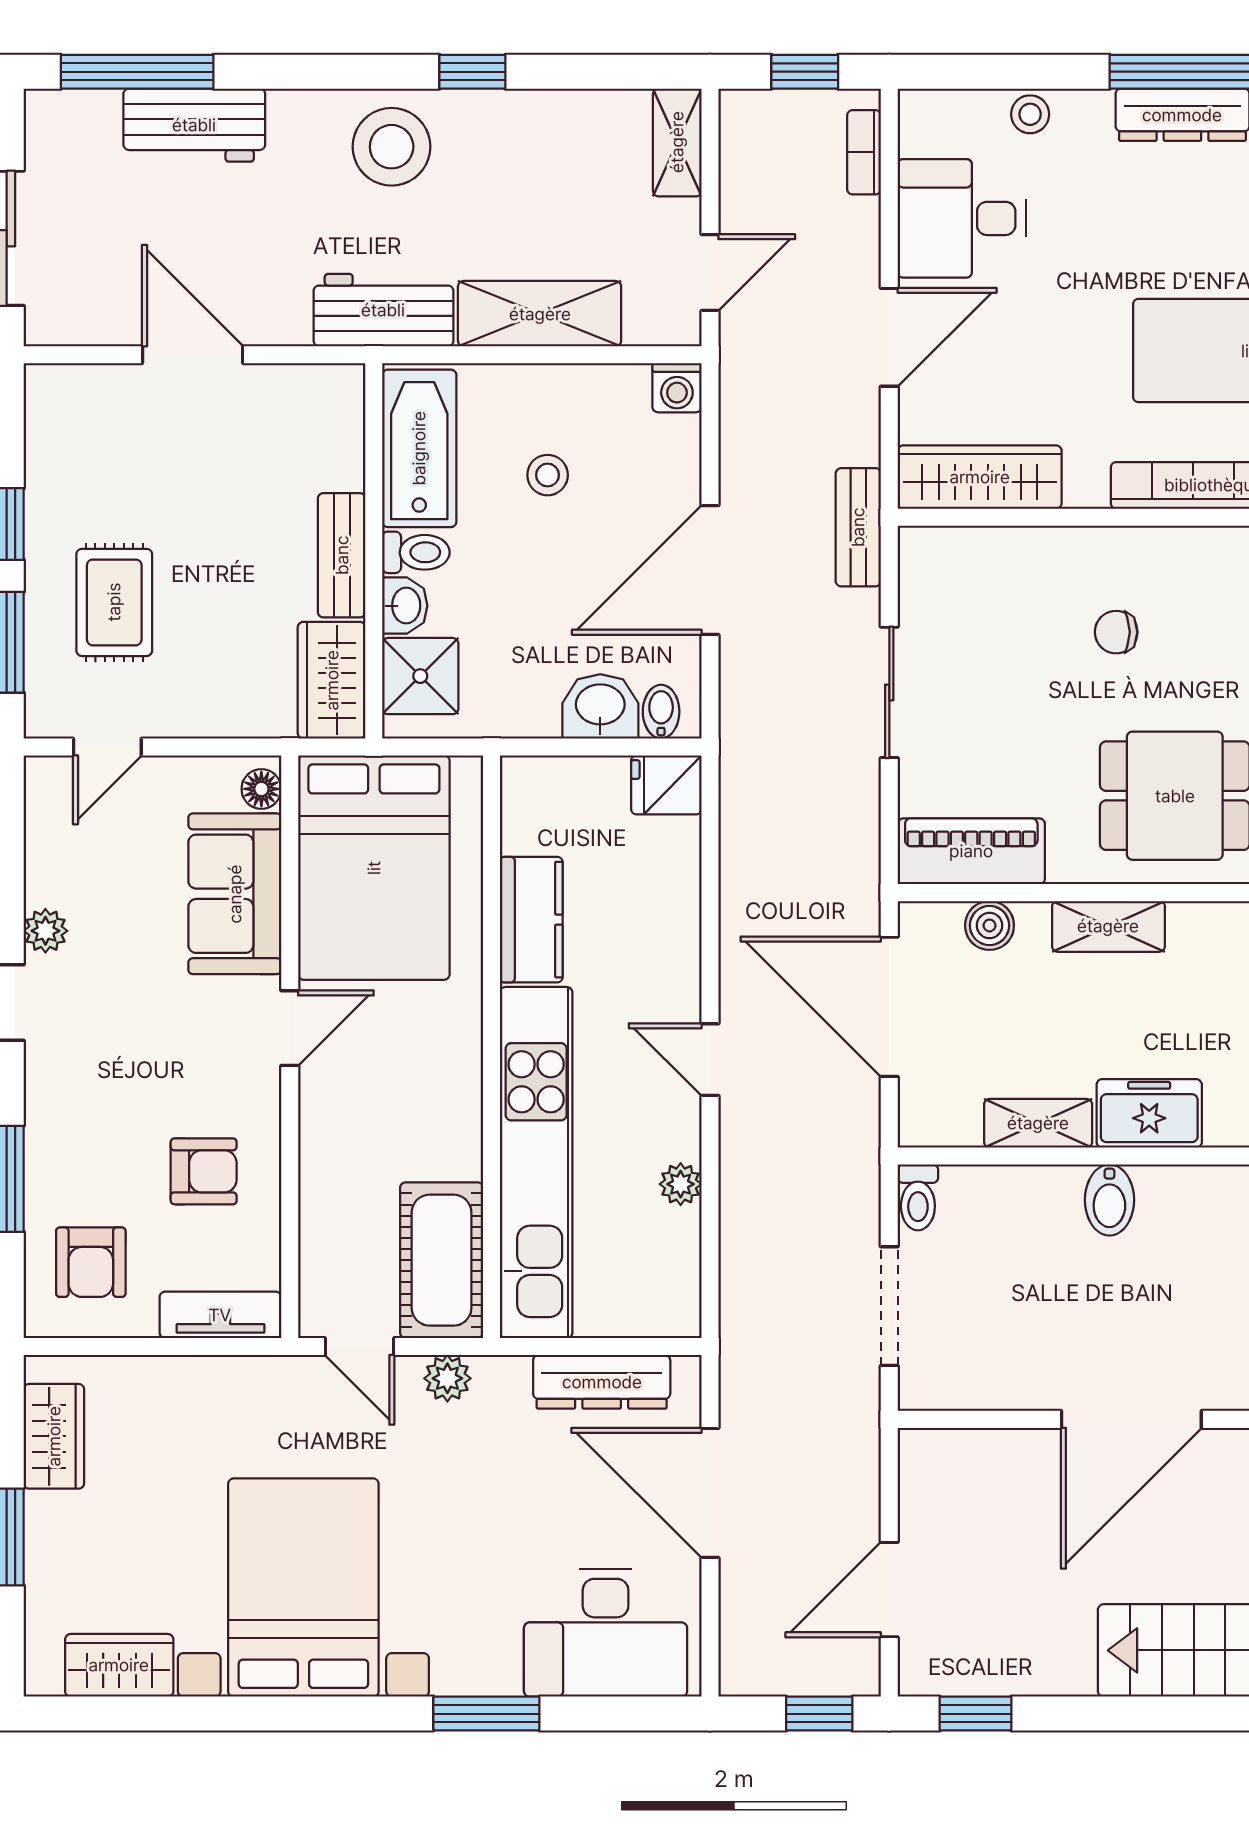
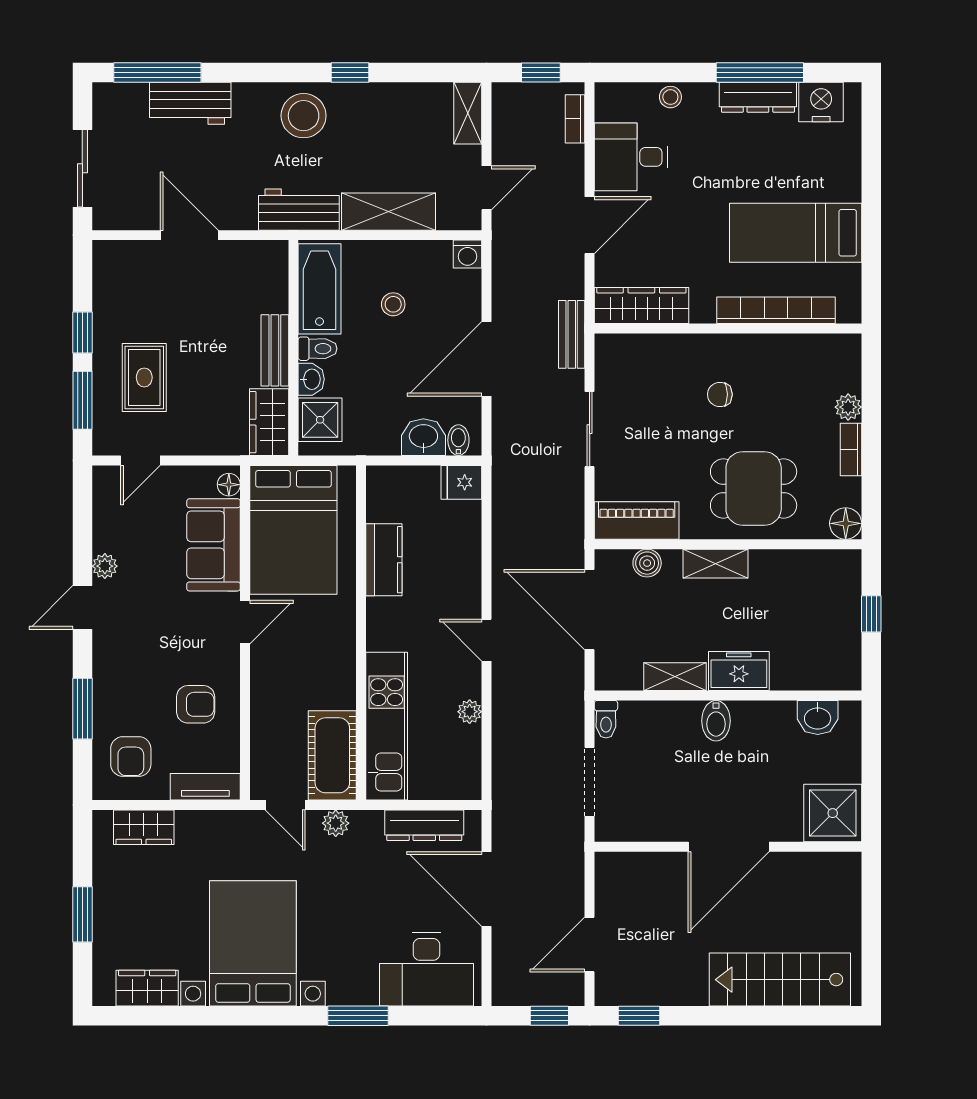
kitchen unit: (536, 1163) -> (387, 726), width x0.73
wardrobe: (54, 1436) -> (144, 827), moved, turned 90

